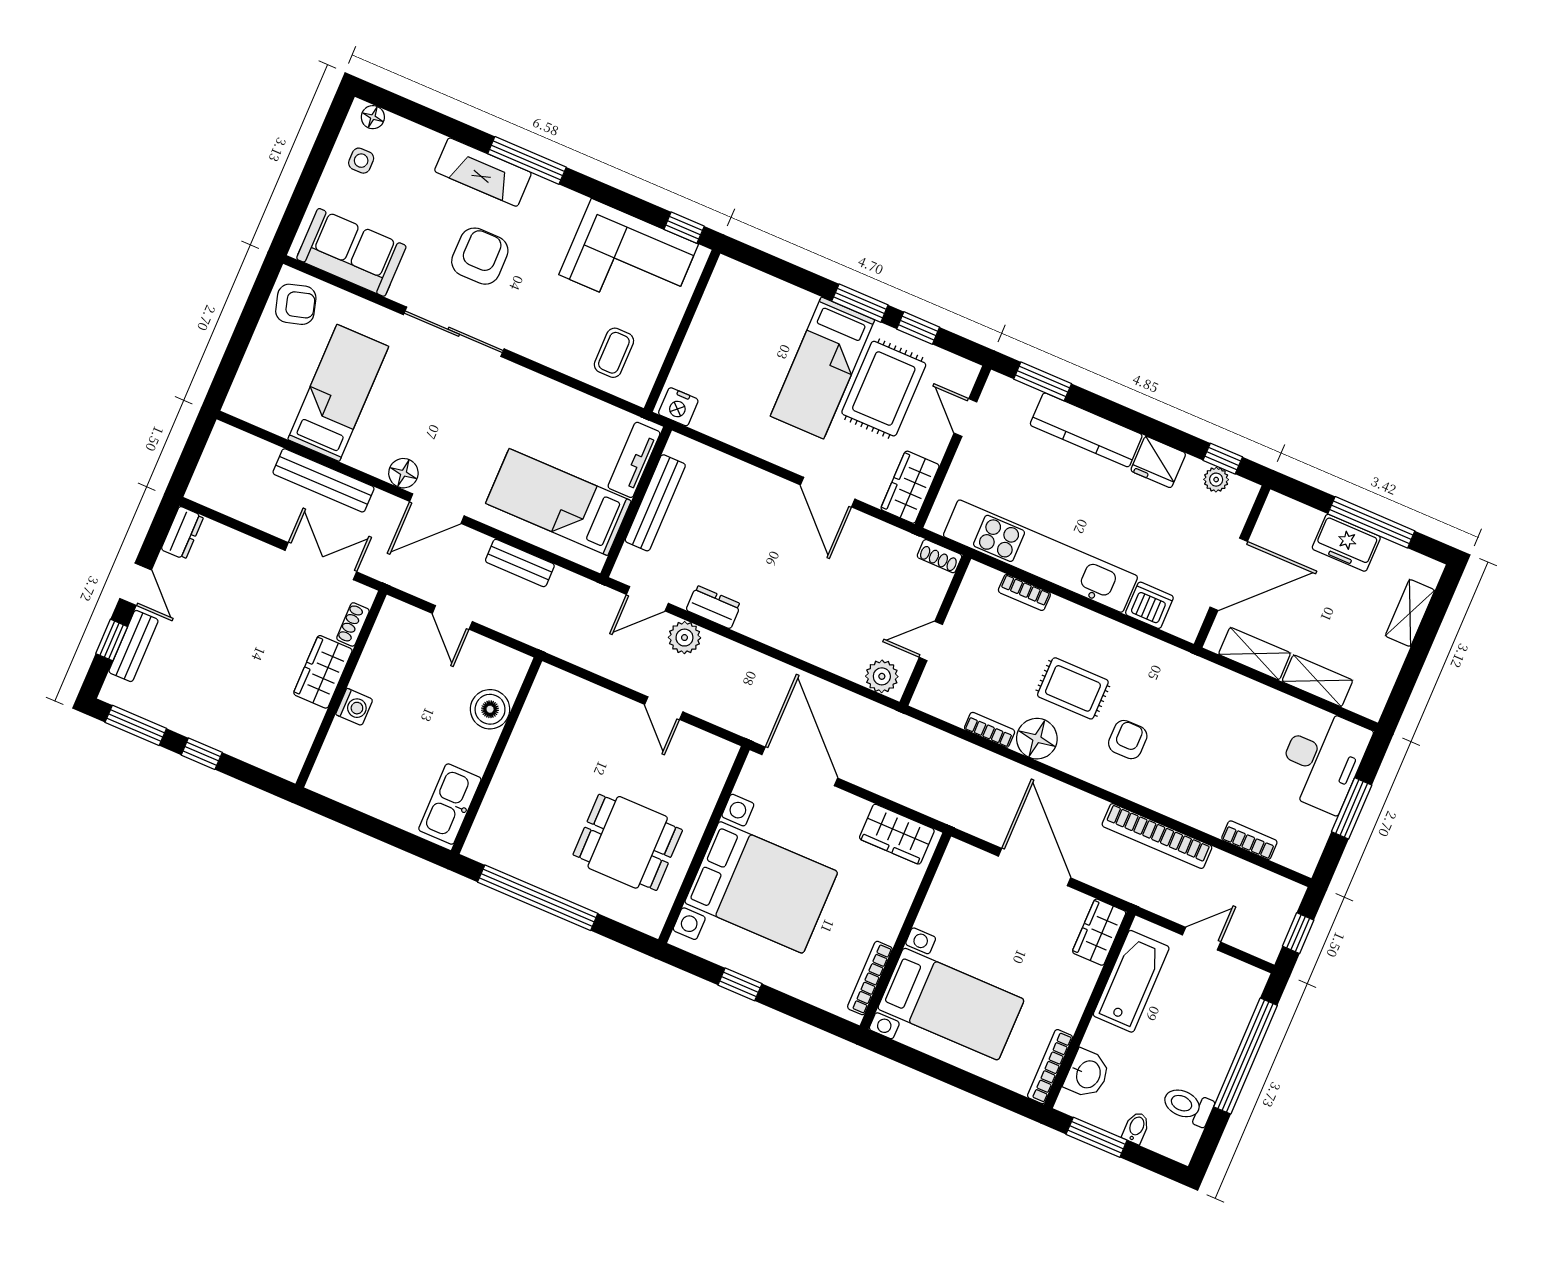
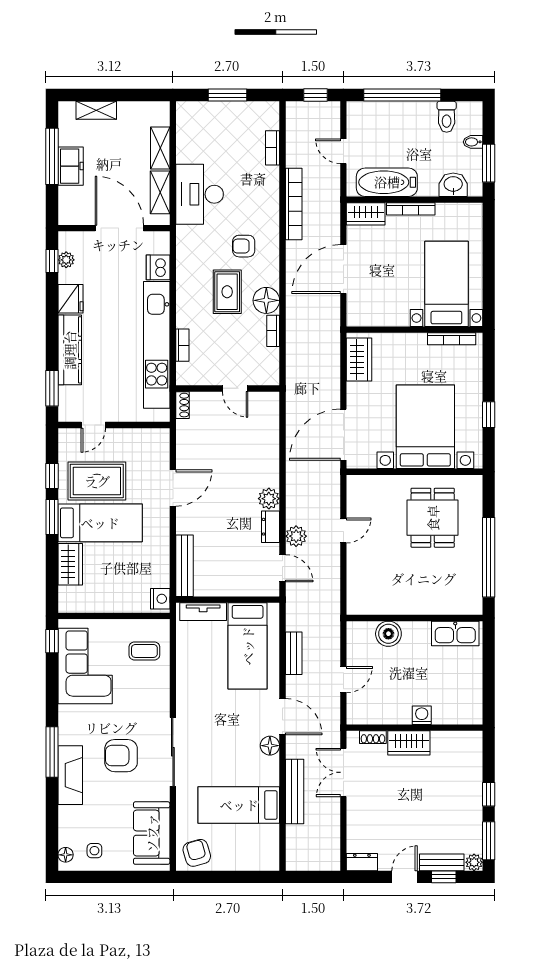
wardrobe: (910, 487) -> (70, 564), moved, turned -90
bench: (655, 503) -> (185, 566), moved, turned 90
plant: (882, 676) -> (269, 499), moved
plant: (114, 692) -> (474, 862), added
desk: (1322, 760) -> (200, 194), moved, turned -90
bookcase: (1050, 1067) -> (411, 209), moved

